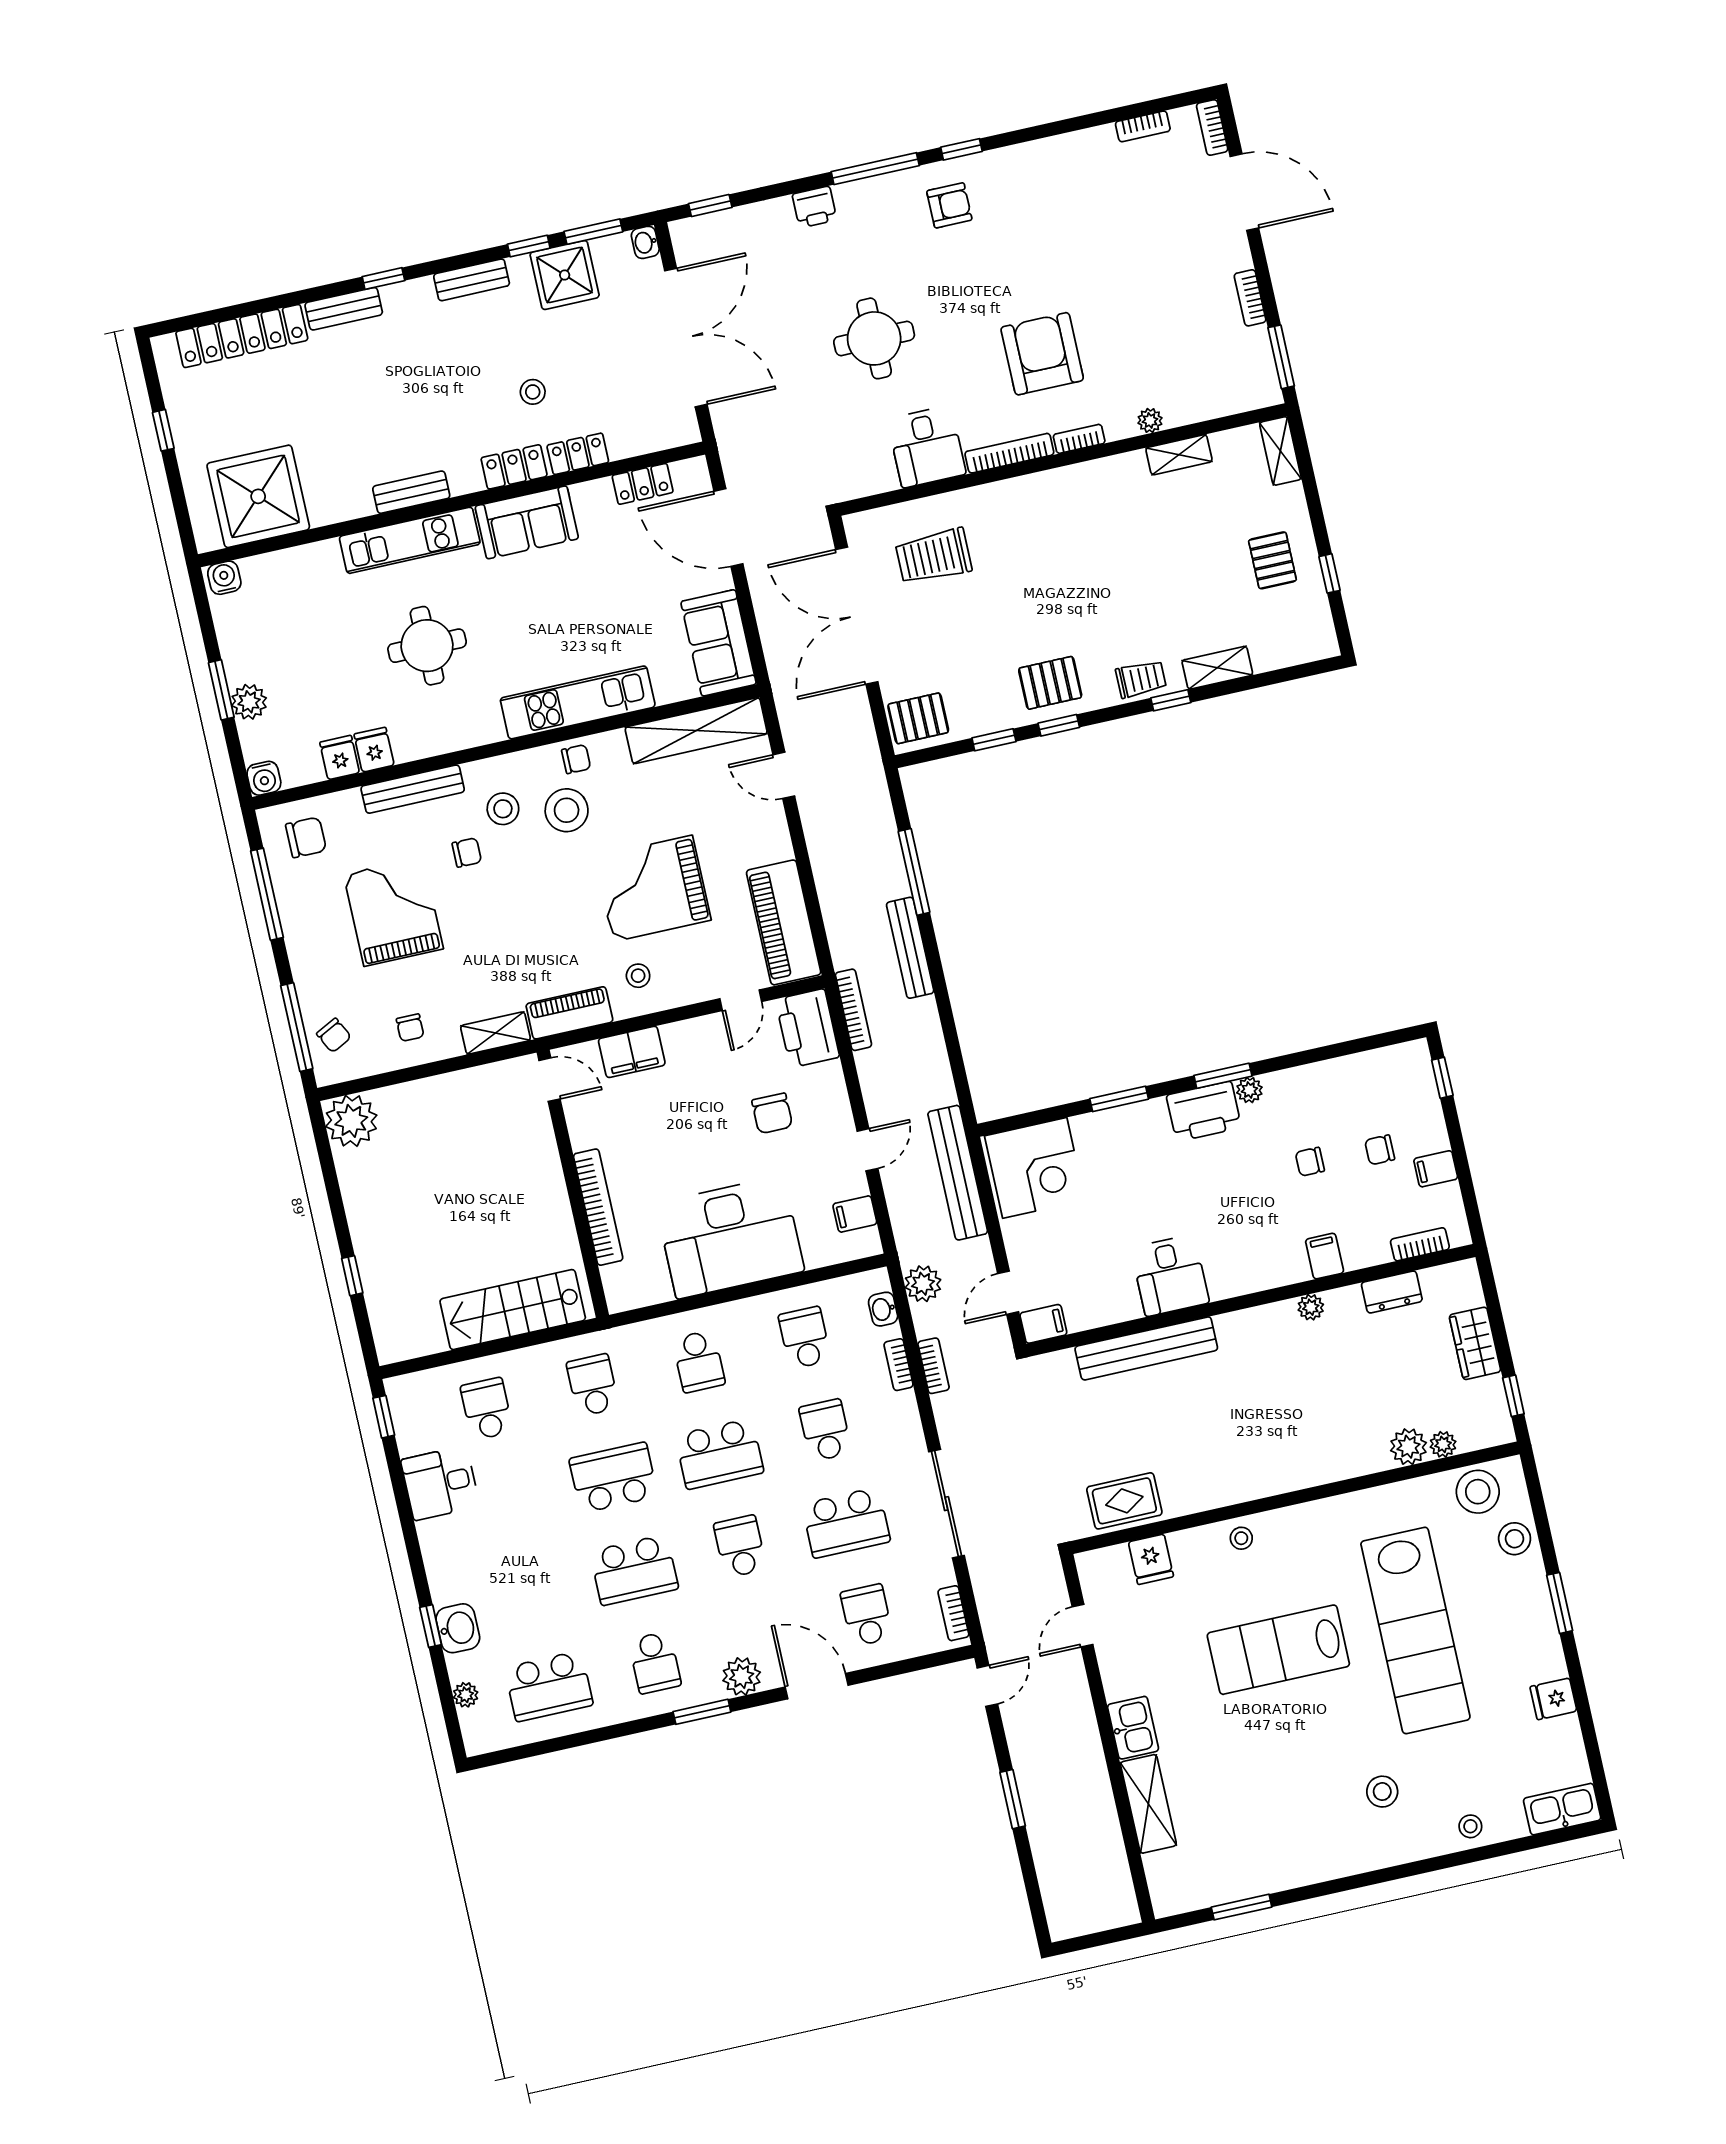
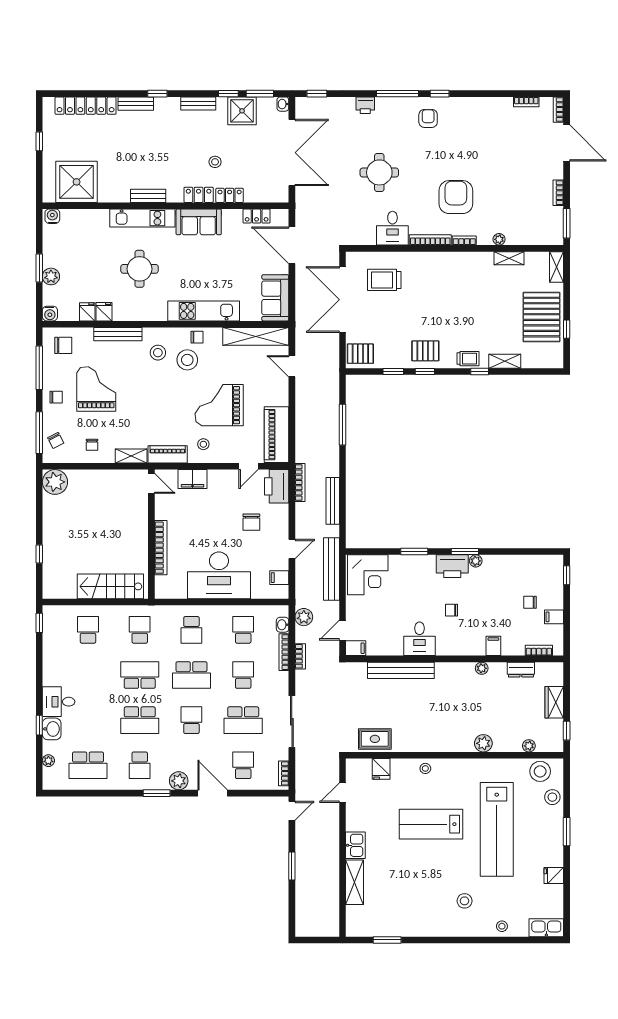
armchair: (949, 205) -> (428, 118), turned -90
pallet: (1272, 560) -> (541, 317), width x2.05, depth x2.00
chair: (467, 852) -> (56, 397), moved
bench: (910, 948) -> (333, 501), moved
chair: (1310, 1162) -> (452, 610), moved
bookcase: (898, 1365) -> (284, 652), width x1.56
plant: (1408, 1447) -> (483, 743), moved
desk: (440, 1483) -> (59, 702), moved

